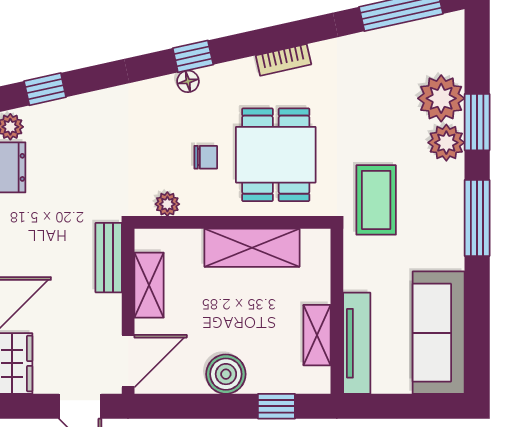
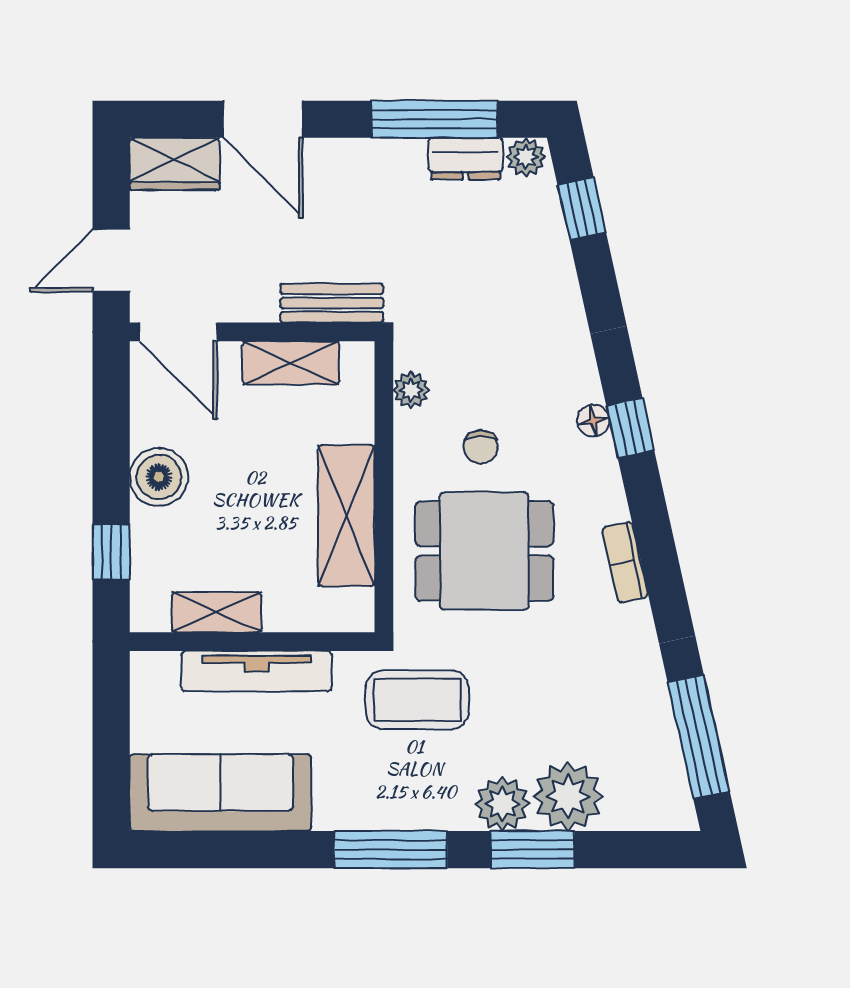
tv unit: (357, 343) -> (256, 671), moved

